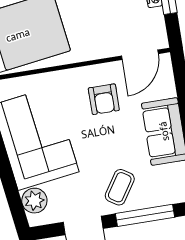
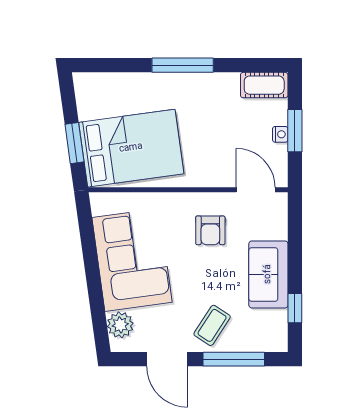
door: (140, 55) -> (256, 190), swing flipped

